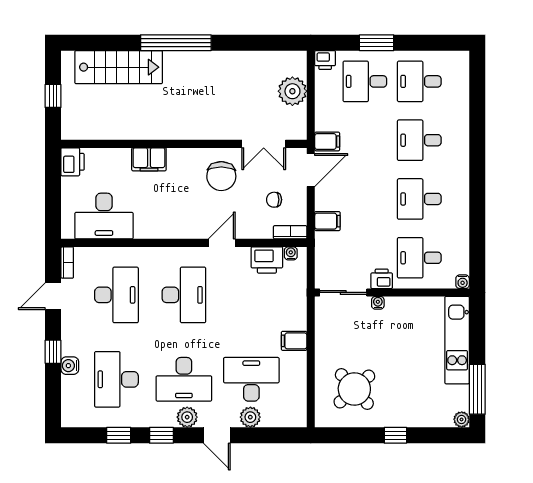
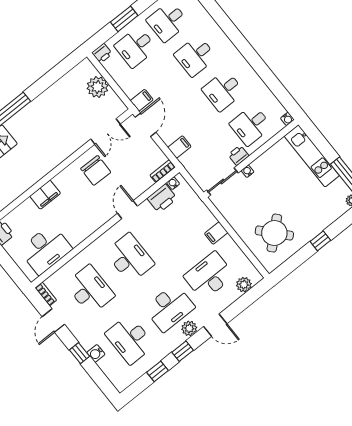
chair: (274, 200) -> (138, 160), removed
plant: (250, 417) -> (244, 285), moved

